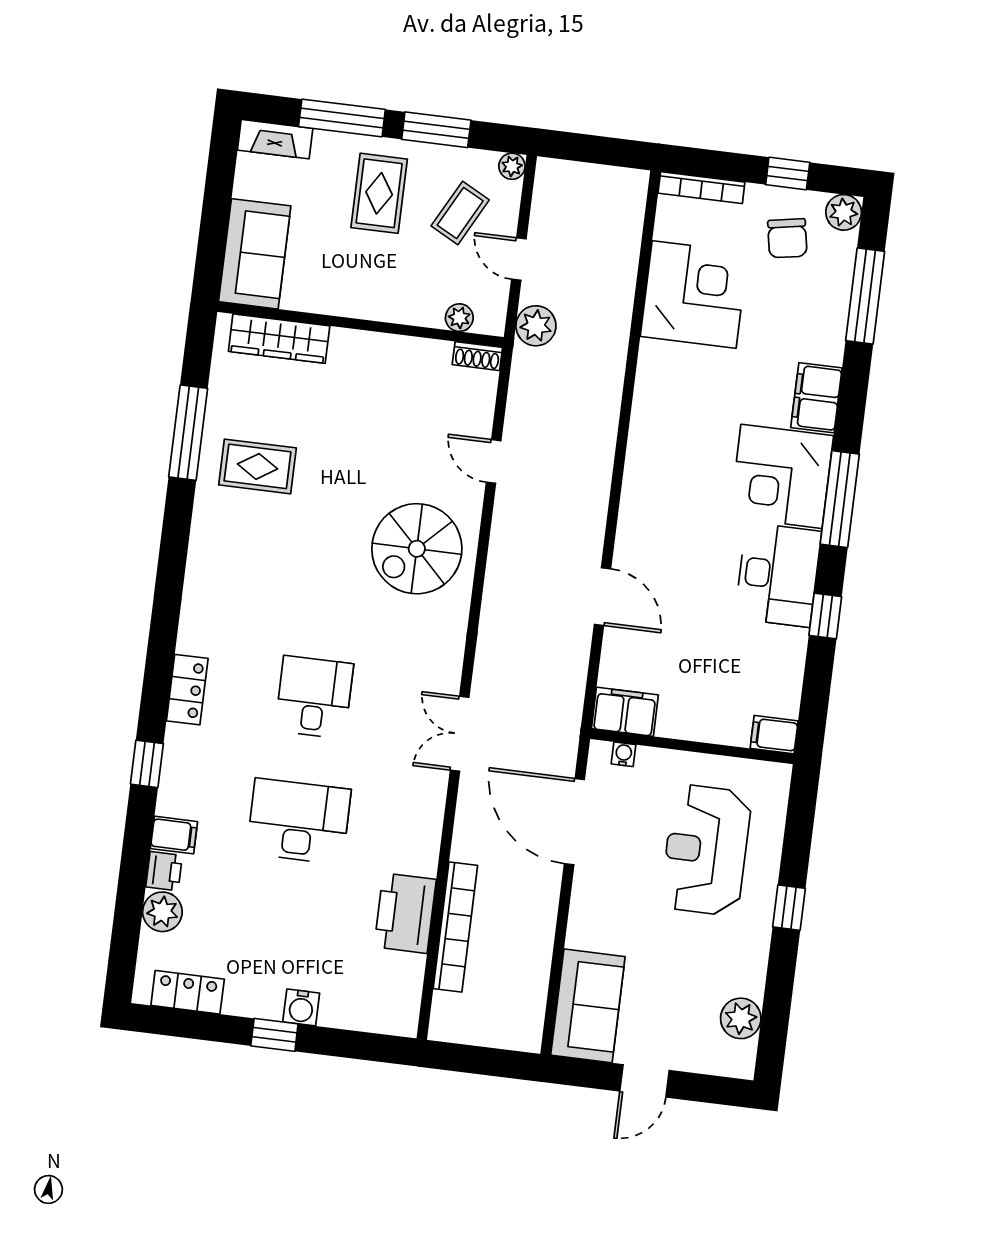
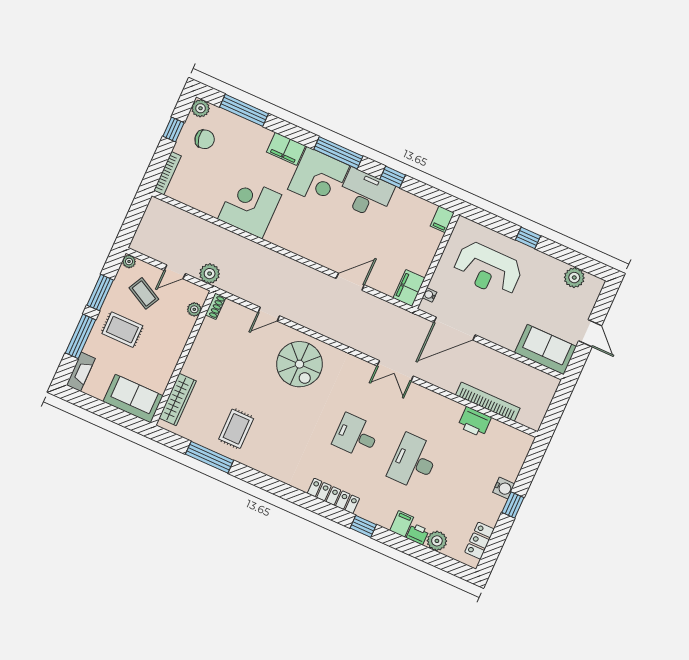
corner desk: (694, 294) -> (250, 207), moved
locker: (187, 690) -> (333, 496), width x1.53
printer: (405, 913) -> (475, 422), width x0.73, depth x0.84

